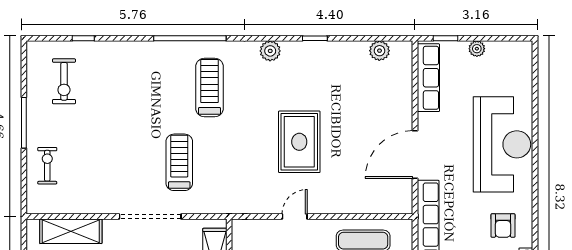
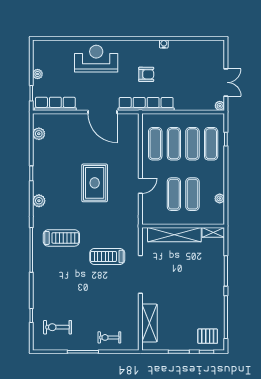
exercise bike: (64, 81) -> (58, 327), turned 180
treadmill: (210, 88) -> (61, 238), turned 180
rug: (299, 142) -> (95, 183), turned 90
reception desk: (502, 144) -> (96, 59), width x0.74, depth x0.77
door: (295, 216) -> (140, 186), swing flipped
armchair: (503, 226) -> (146, 74), moved

